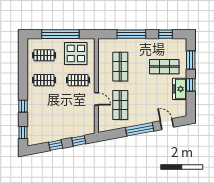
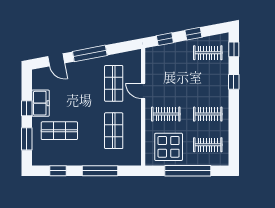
clothes rail: (44, 130) -> (208, 53), added

